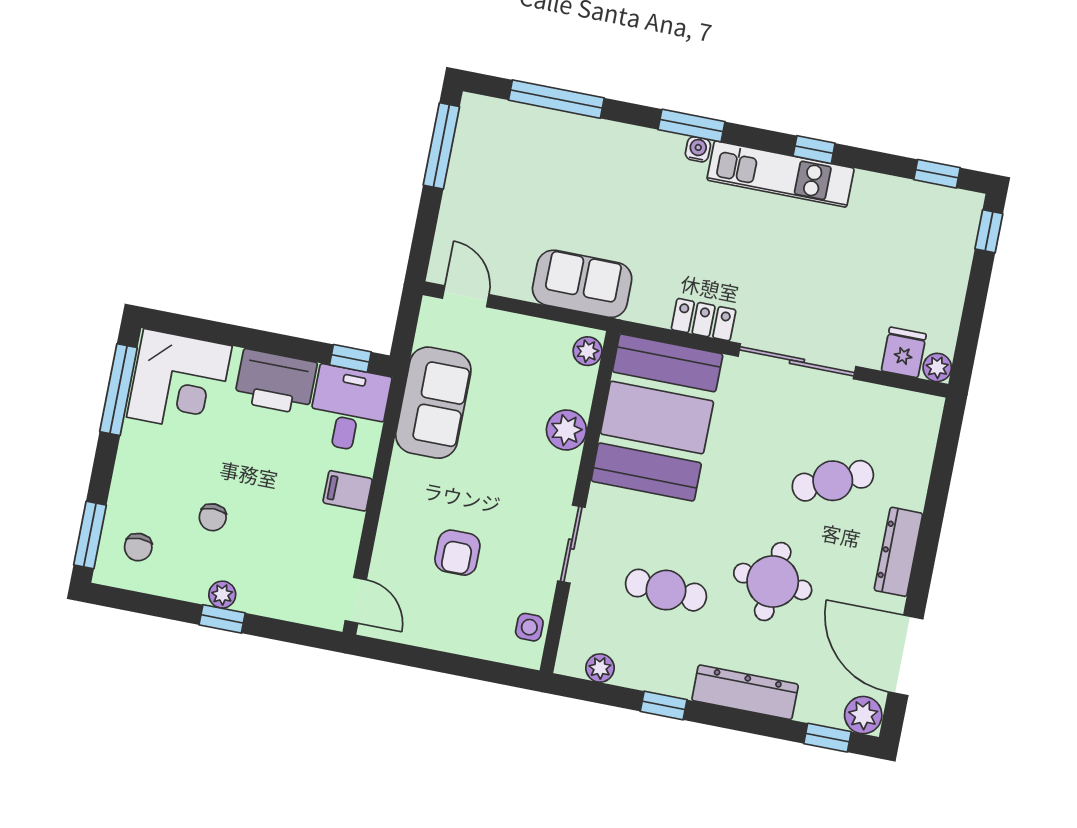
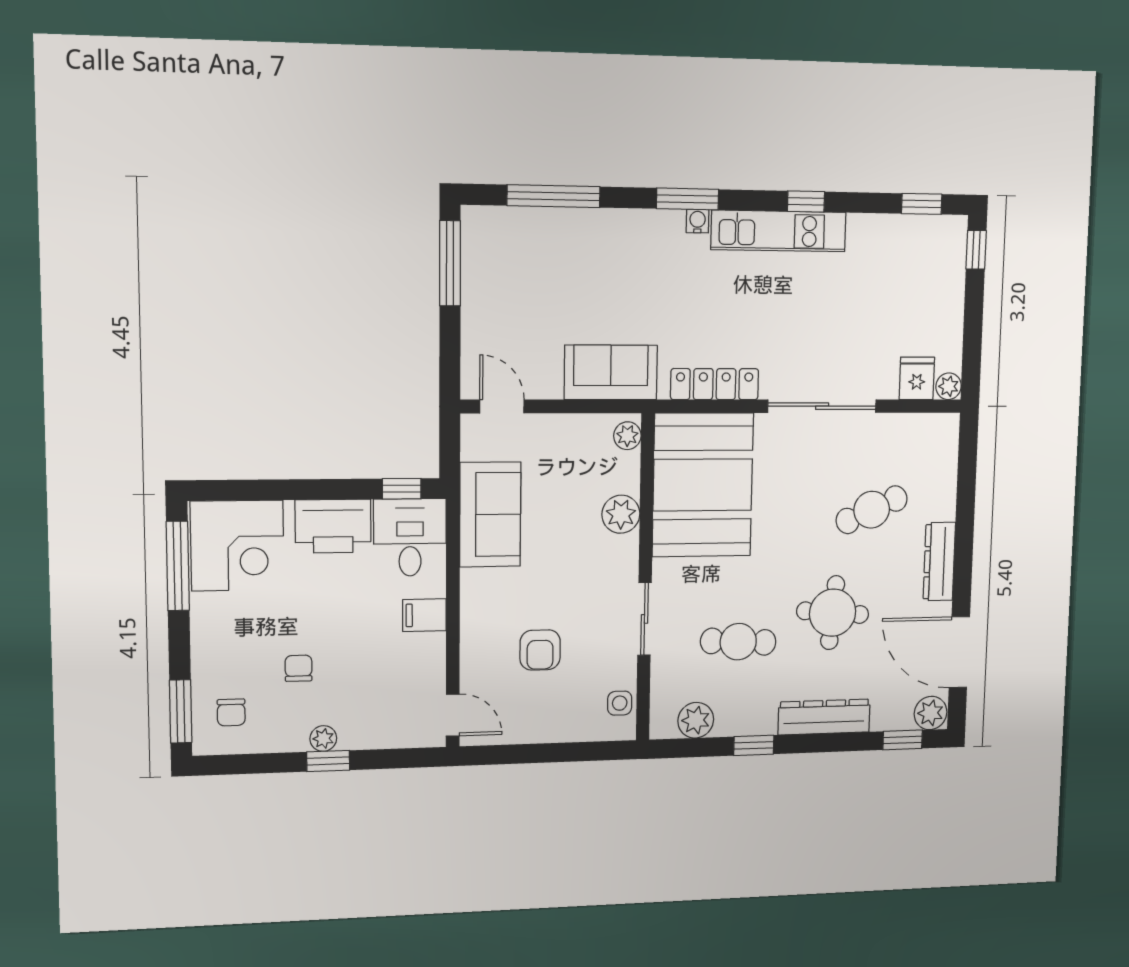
locker: (704, 320) -> (715, 384), width x1.53
chair: (213, 517) -> (299, 668), turned 180
plant: (600, 668) -> (696, 720), width x1.38, depth x1.38

